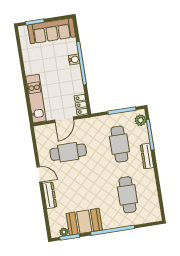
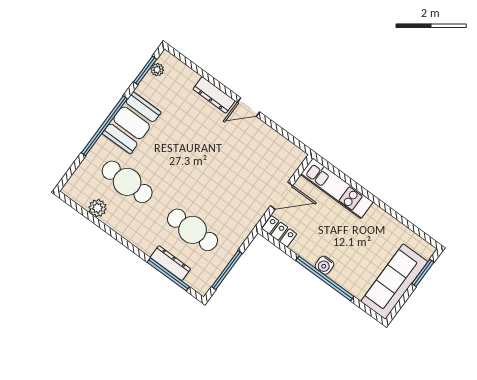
water cooler: (74, 60) -> (324, 265), moved
door: (64, 120) -> (282, 196), swing flipped
plant: (140, 120) -> (98, 208), moved
cafe table: (68, 152) -> (241, 164), removed
dresser: (147, 156) -> (170, 263), moved
booth: (84, 222) -> (132, 123), moved

